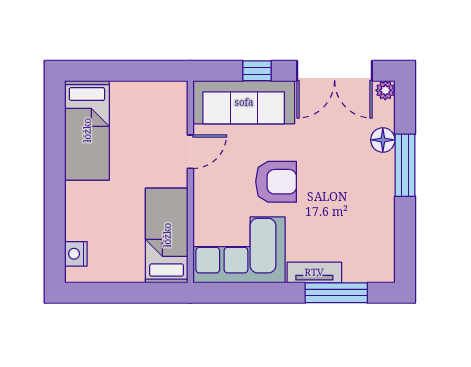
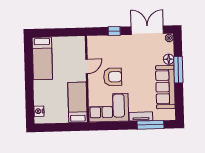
double door: (335, 71) -> (147, 30), swing flipped
sofa: (244, 102) -> (165, 87), moved, turned 90
armchair: (276, 182) -> (113, 77), moved

